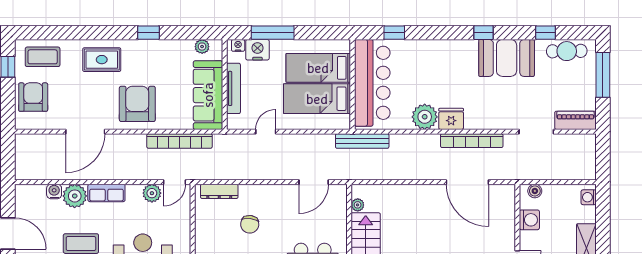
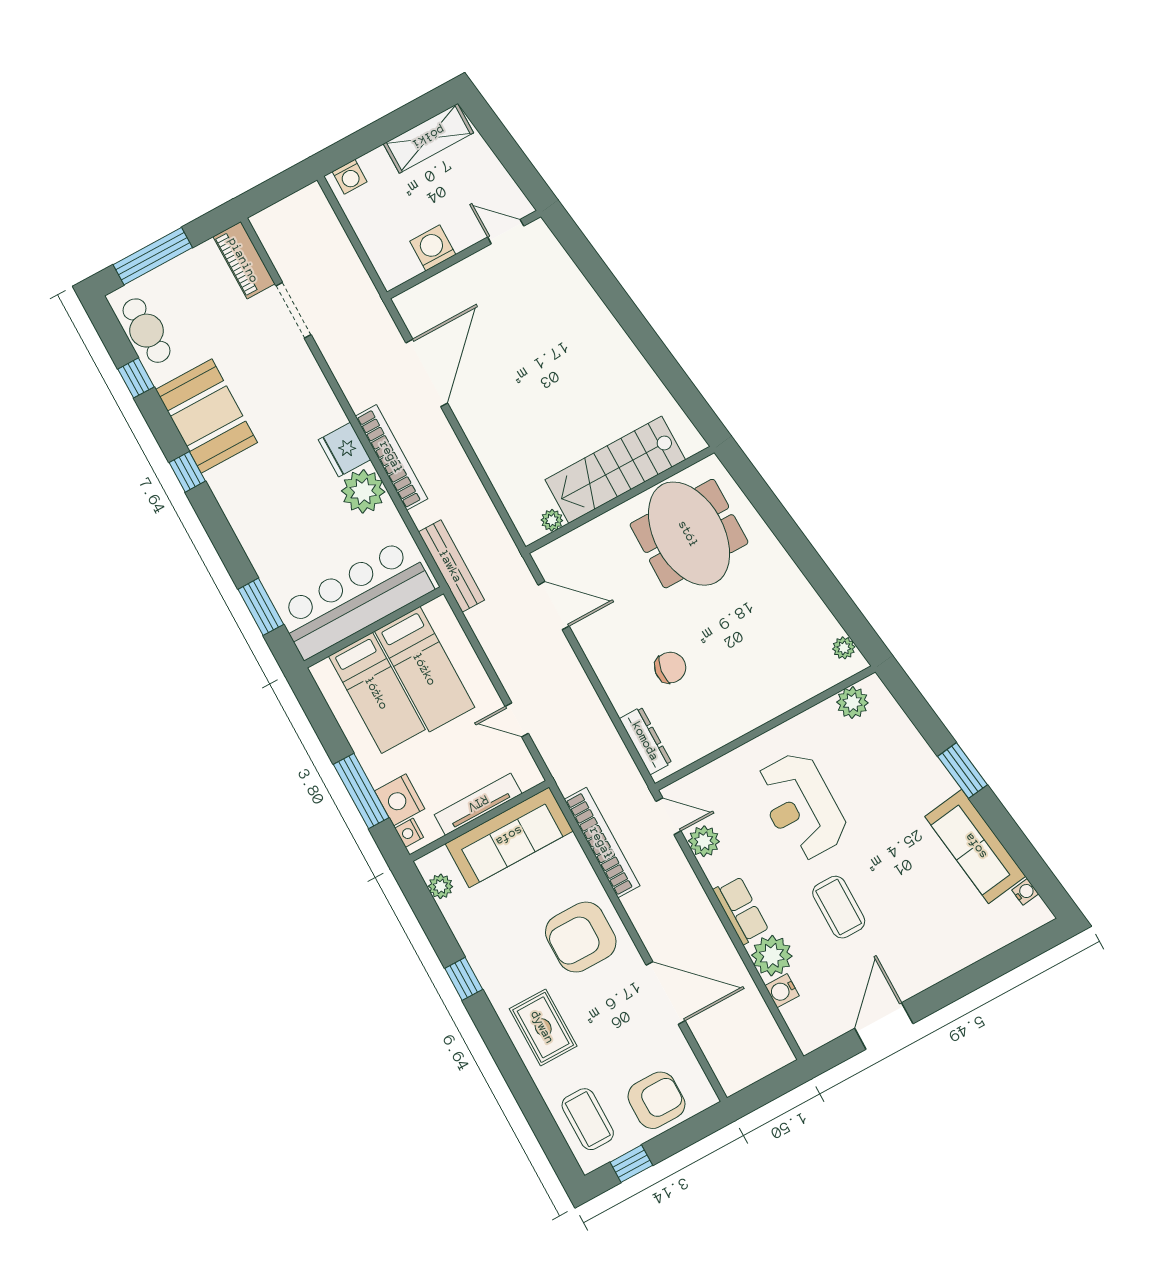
window: (394, 33) -> (261, 607), width x1.50
armchair: (33, 97) -> (656, 1100), turned 180
bookcase: (472, 141) -> (392, 457), moved
boiler: (535, 191) -> (385, 263), removed

